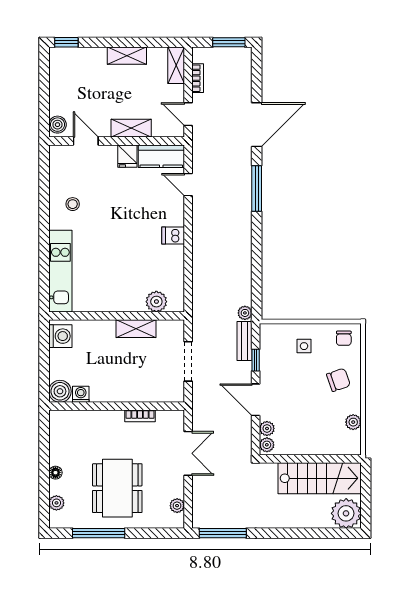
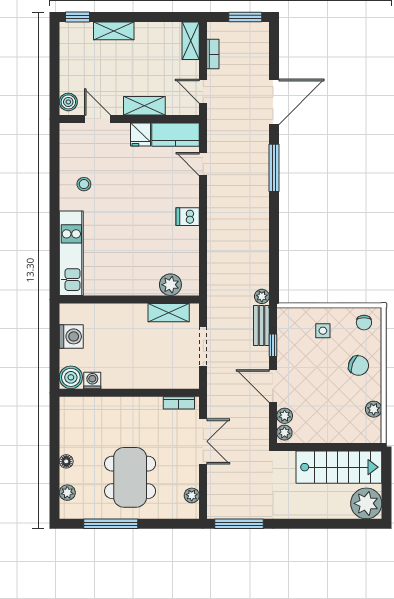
shelving: (127, 56) -> (114, 31), moved
shelving: (136, 329) -> (169, 313), moved
washing machine: (60, 336) -> (71, 336), moved
chair: (338, 380) -> (358, 366), turned 41
bookcase: (140, 416) -> (179, 403), moved

